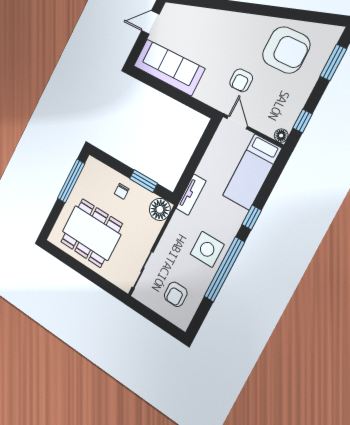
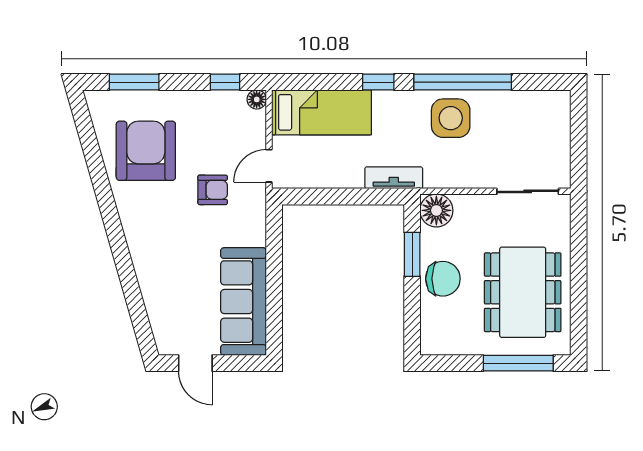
window: (71, 181) -> (518, 363), moved
chair: (122, 191) -> (443, 279), width x1.87, depth x1.87
armchair: (176, 294) -> (532, 129), removed

